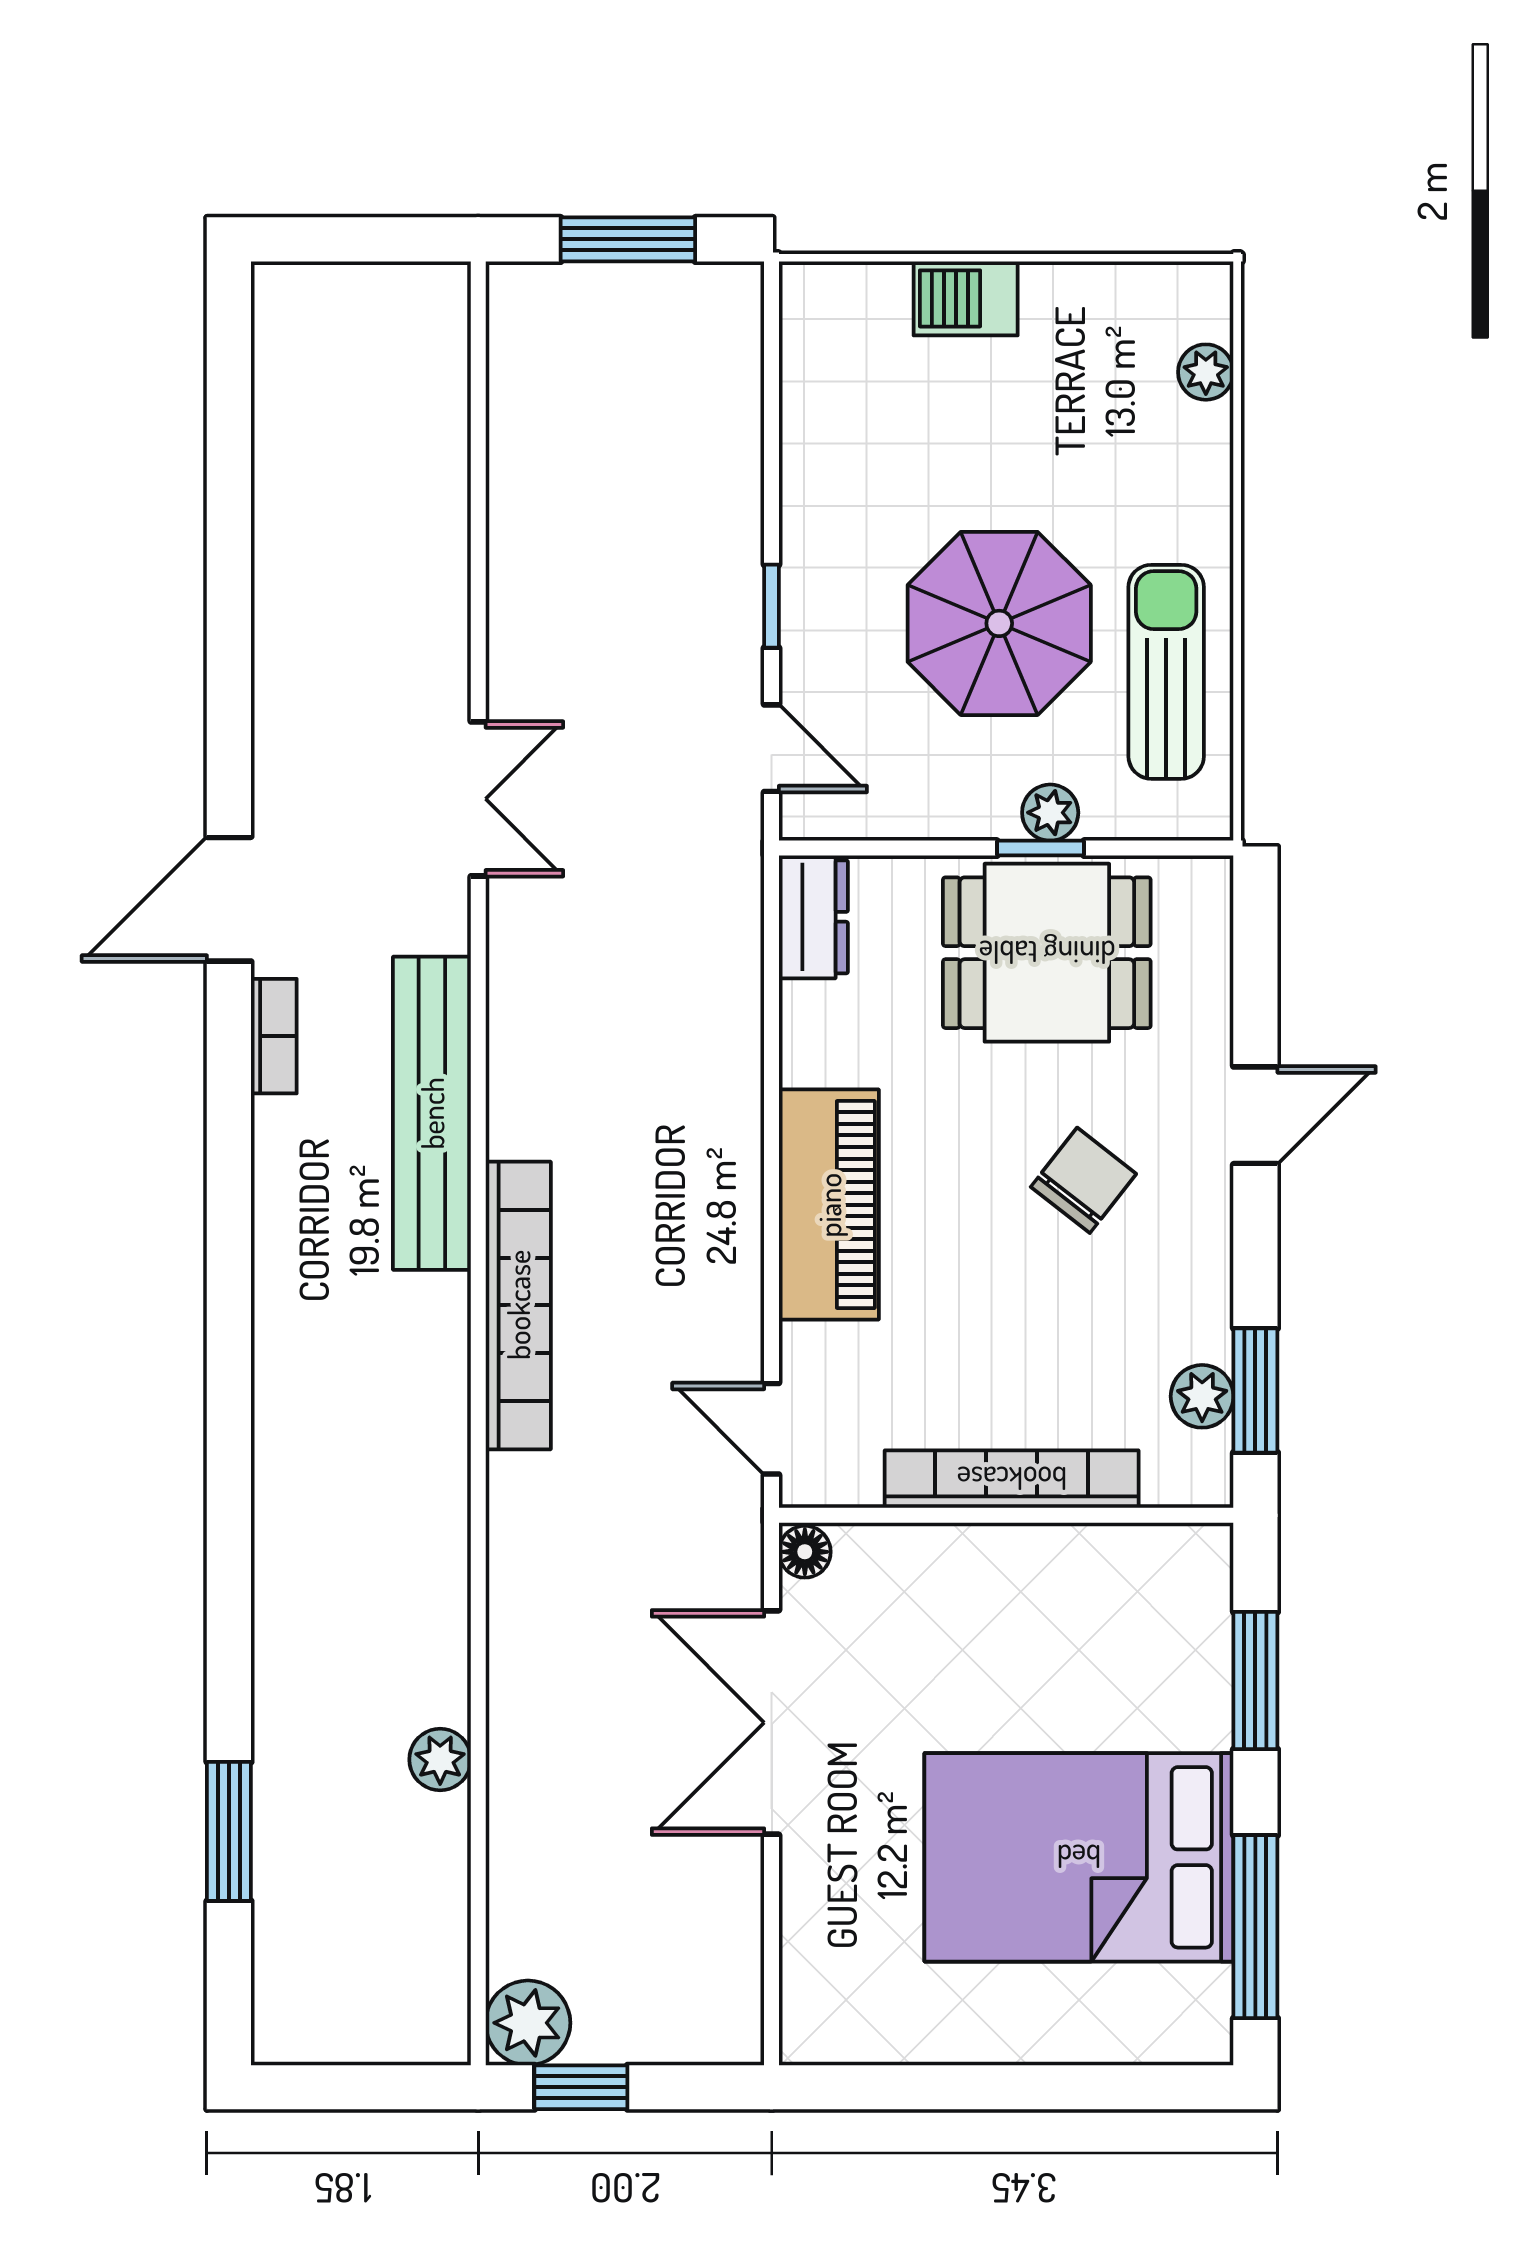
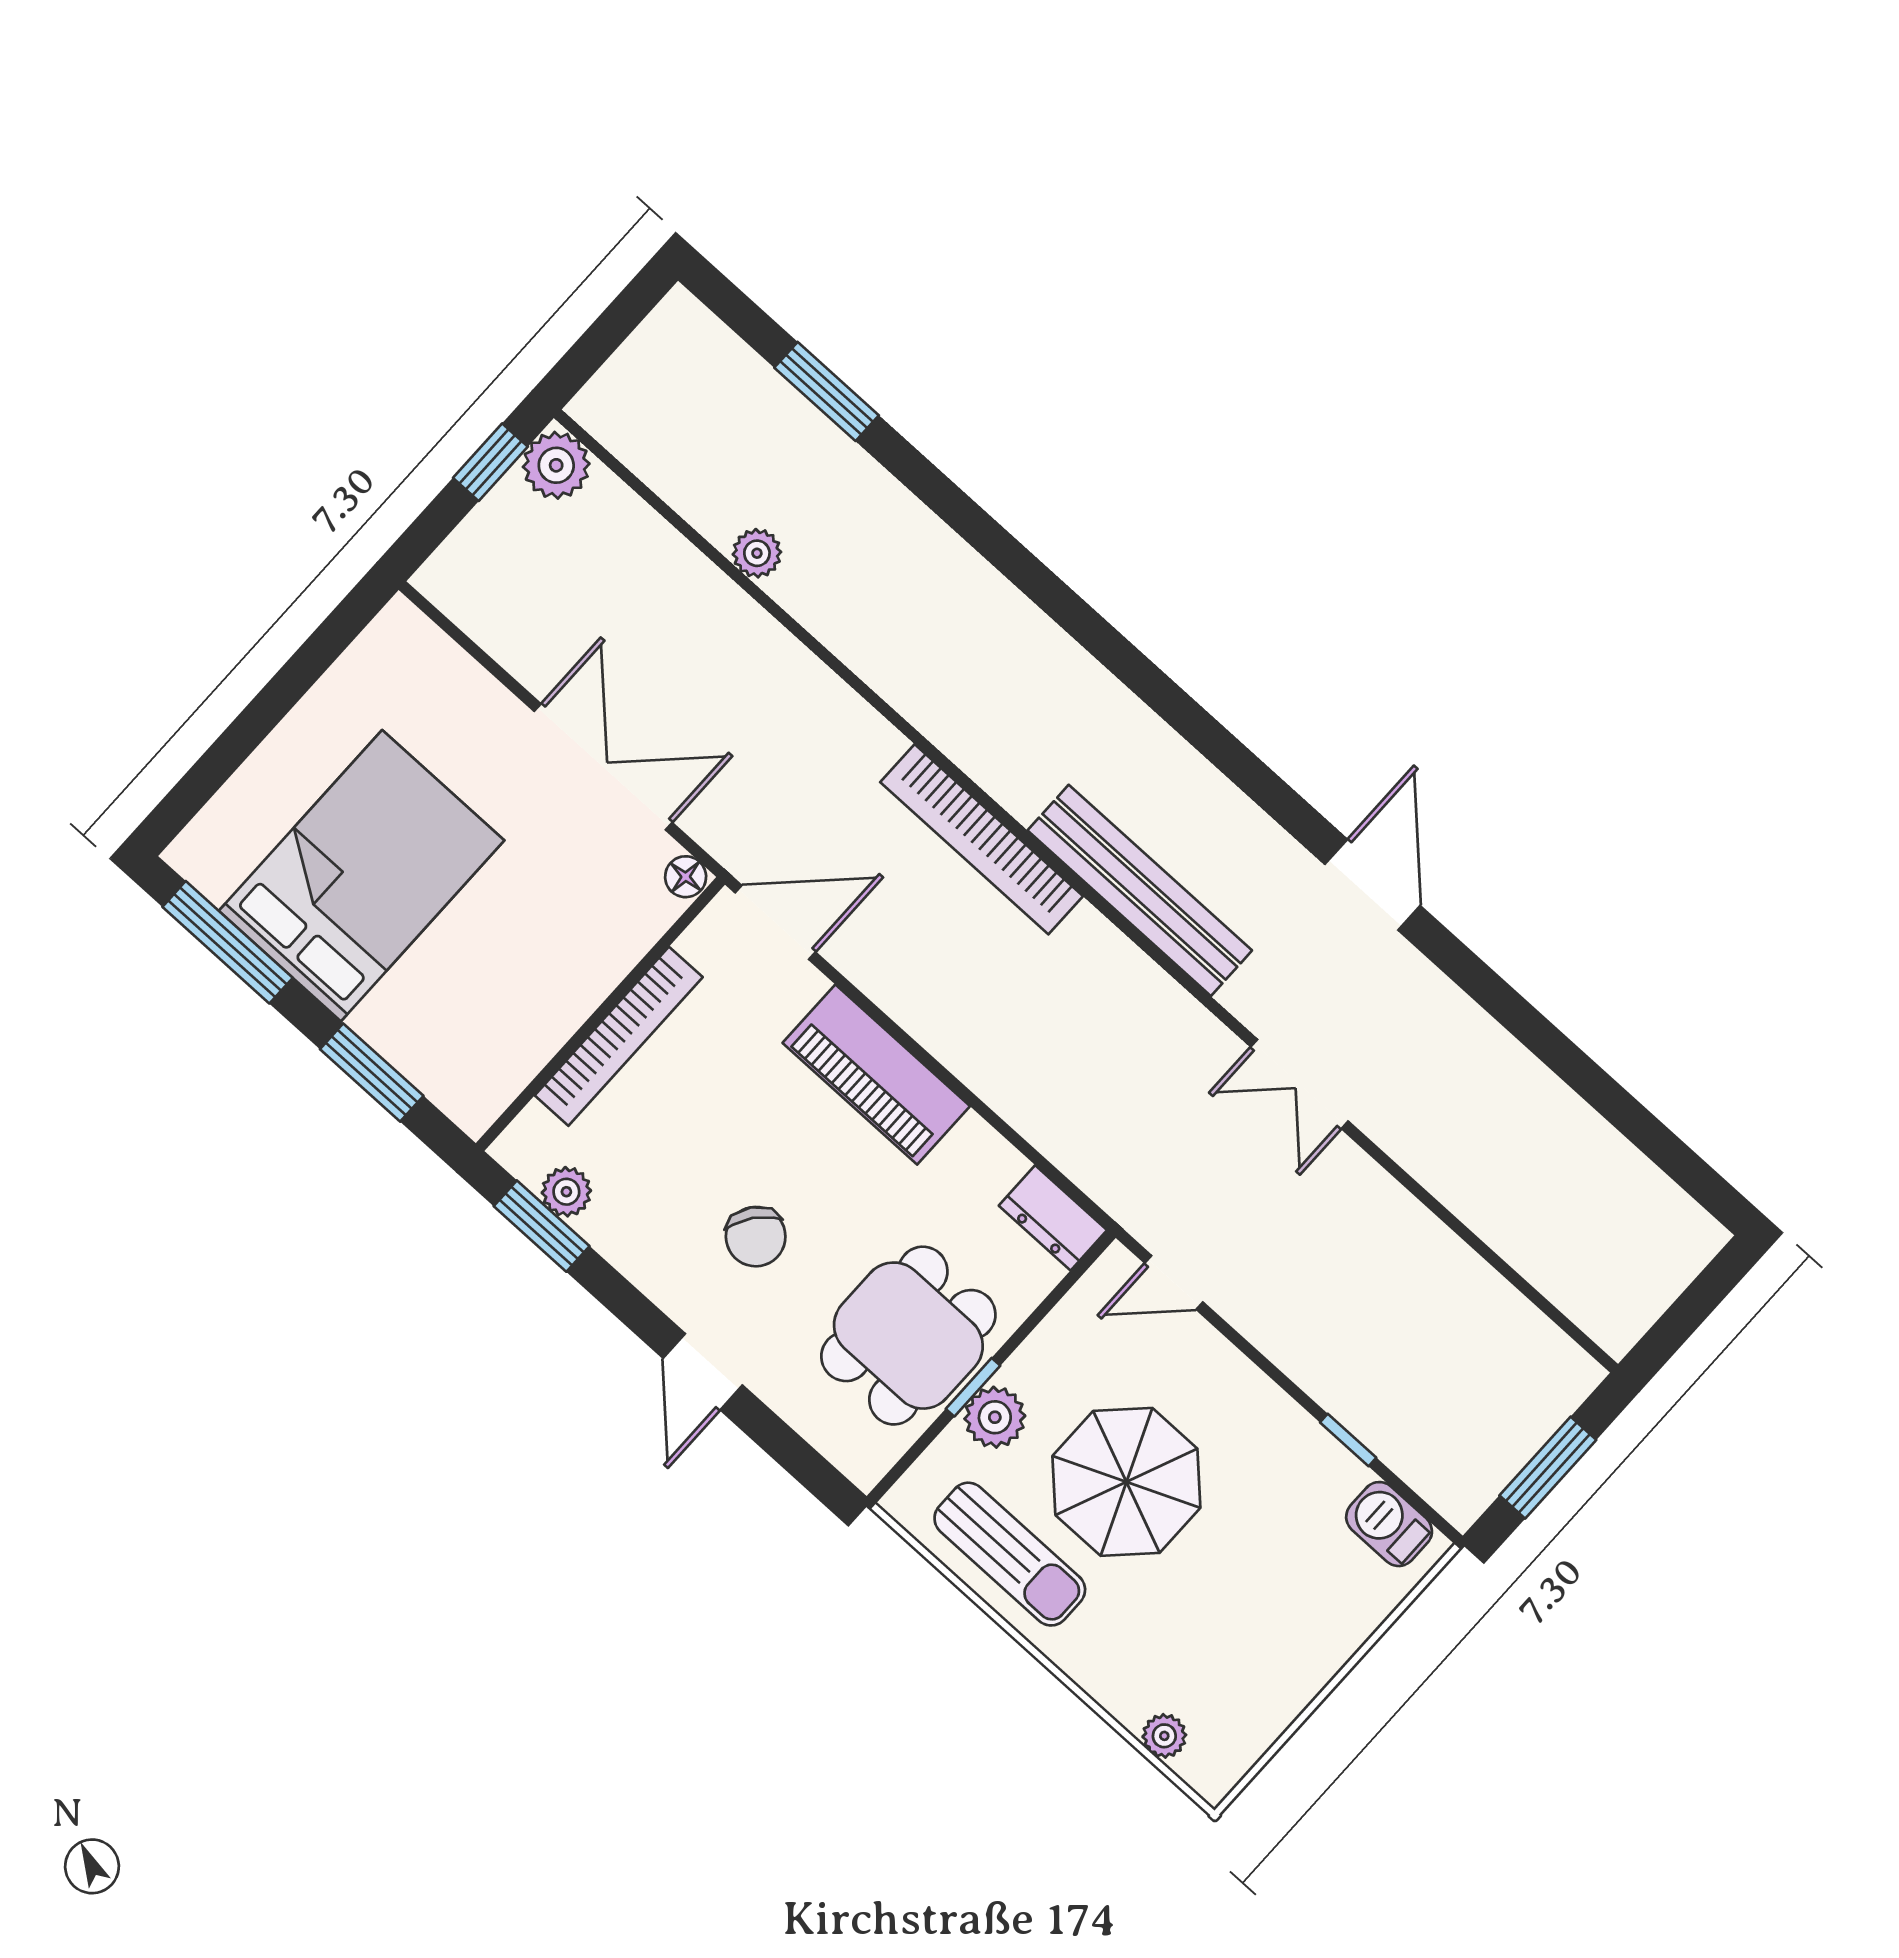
barbecue: (966, 298) -> (1389, 1524), moved, turned -90
window: (772, 606) -> (1348, 1440), moved
plant: (1050, 813) -> (995, 1417), width x1.38, depth x1.38
bookcase: (274, 1036) -> (1269, 839), removed
door: (772, 1429) -> (775, 922), width x1.38

